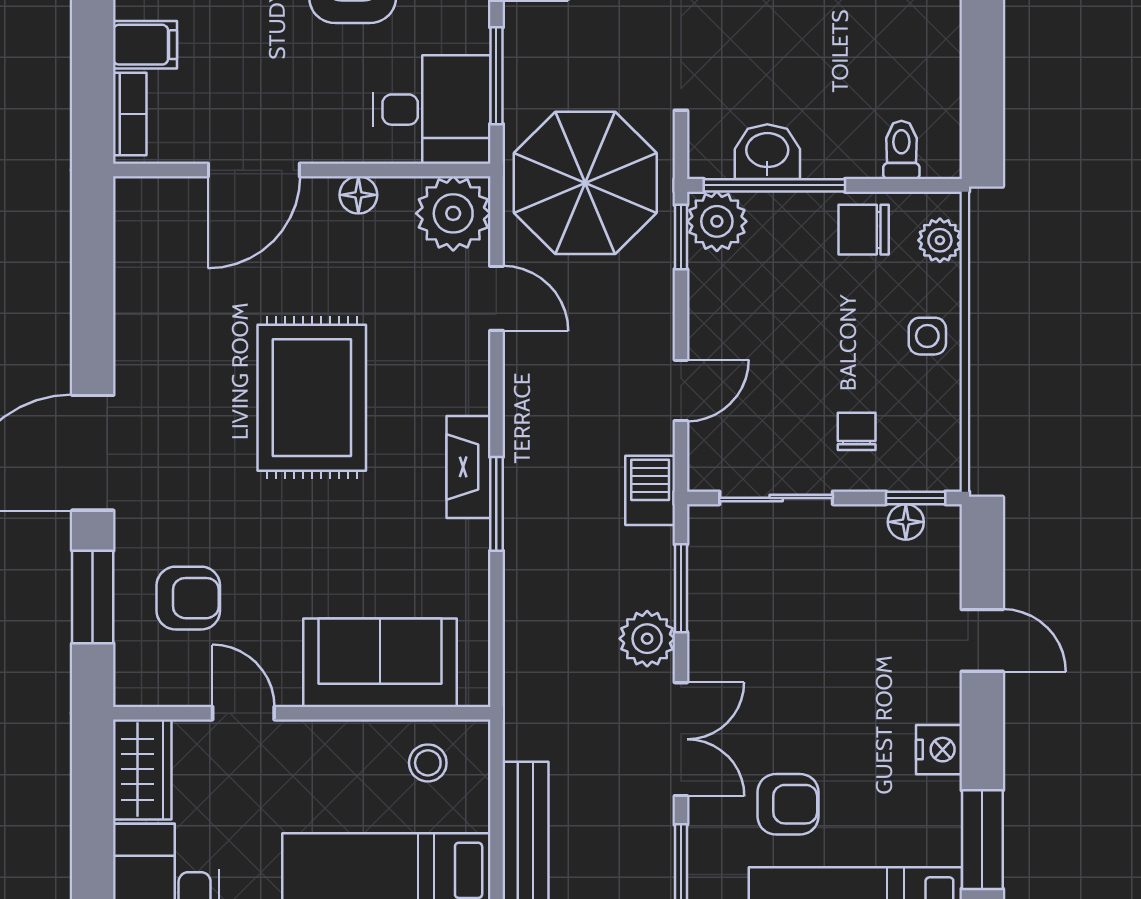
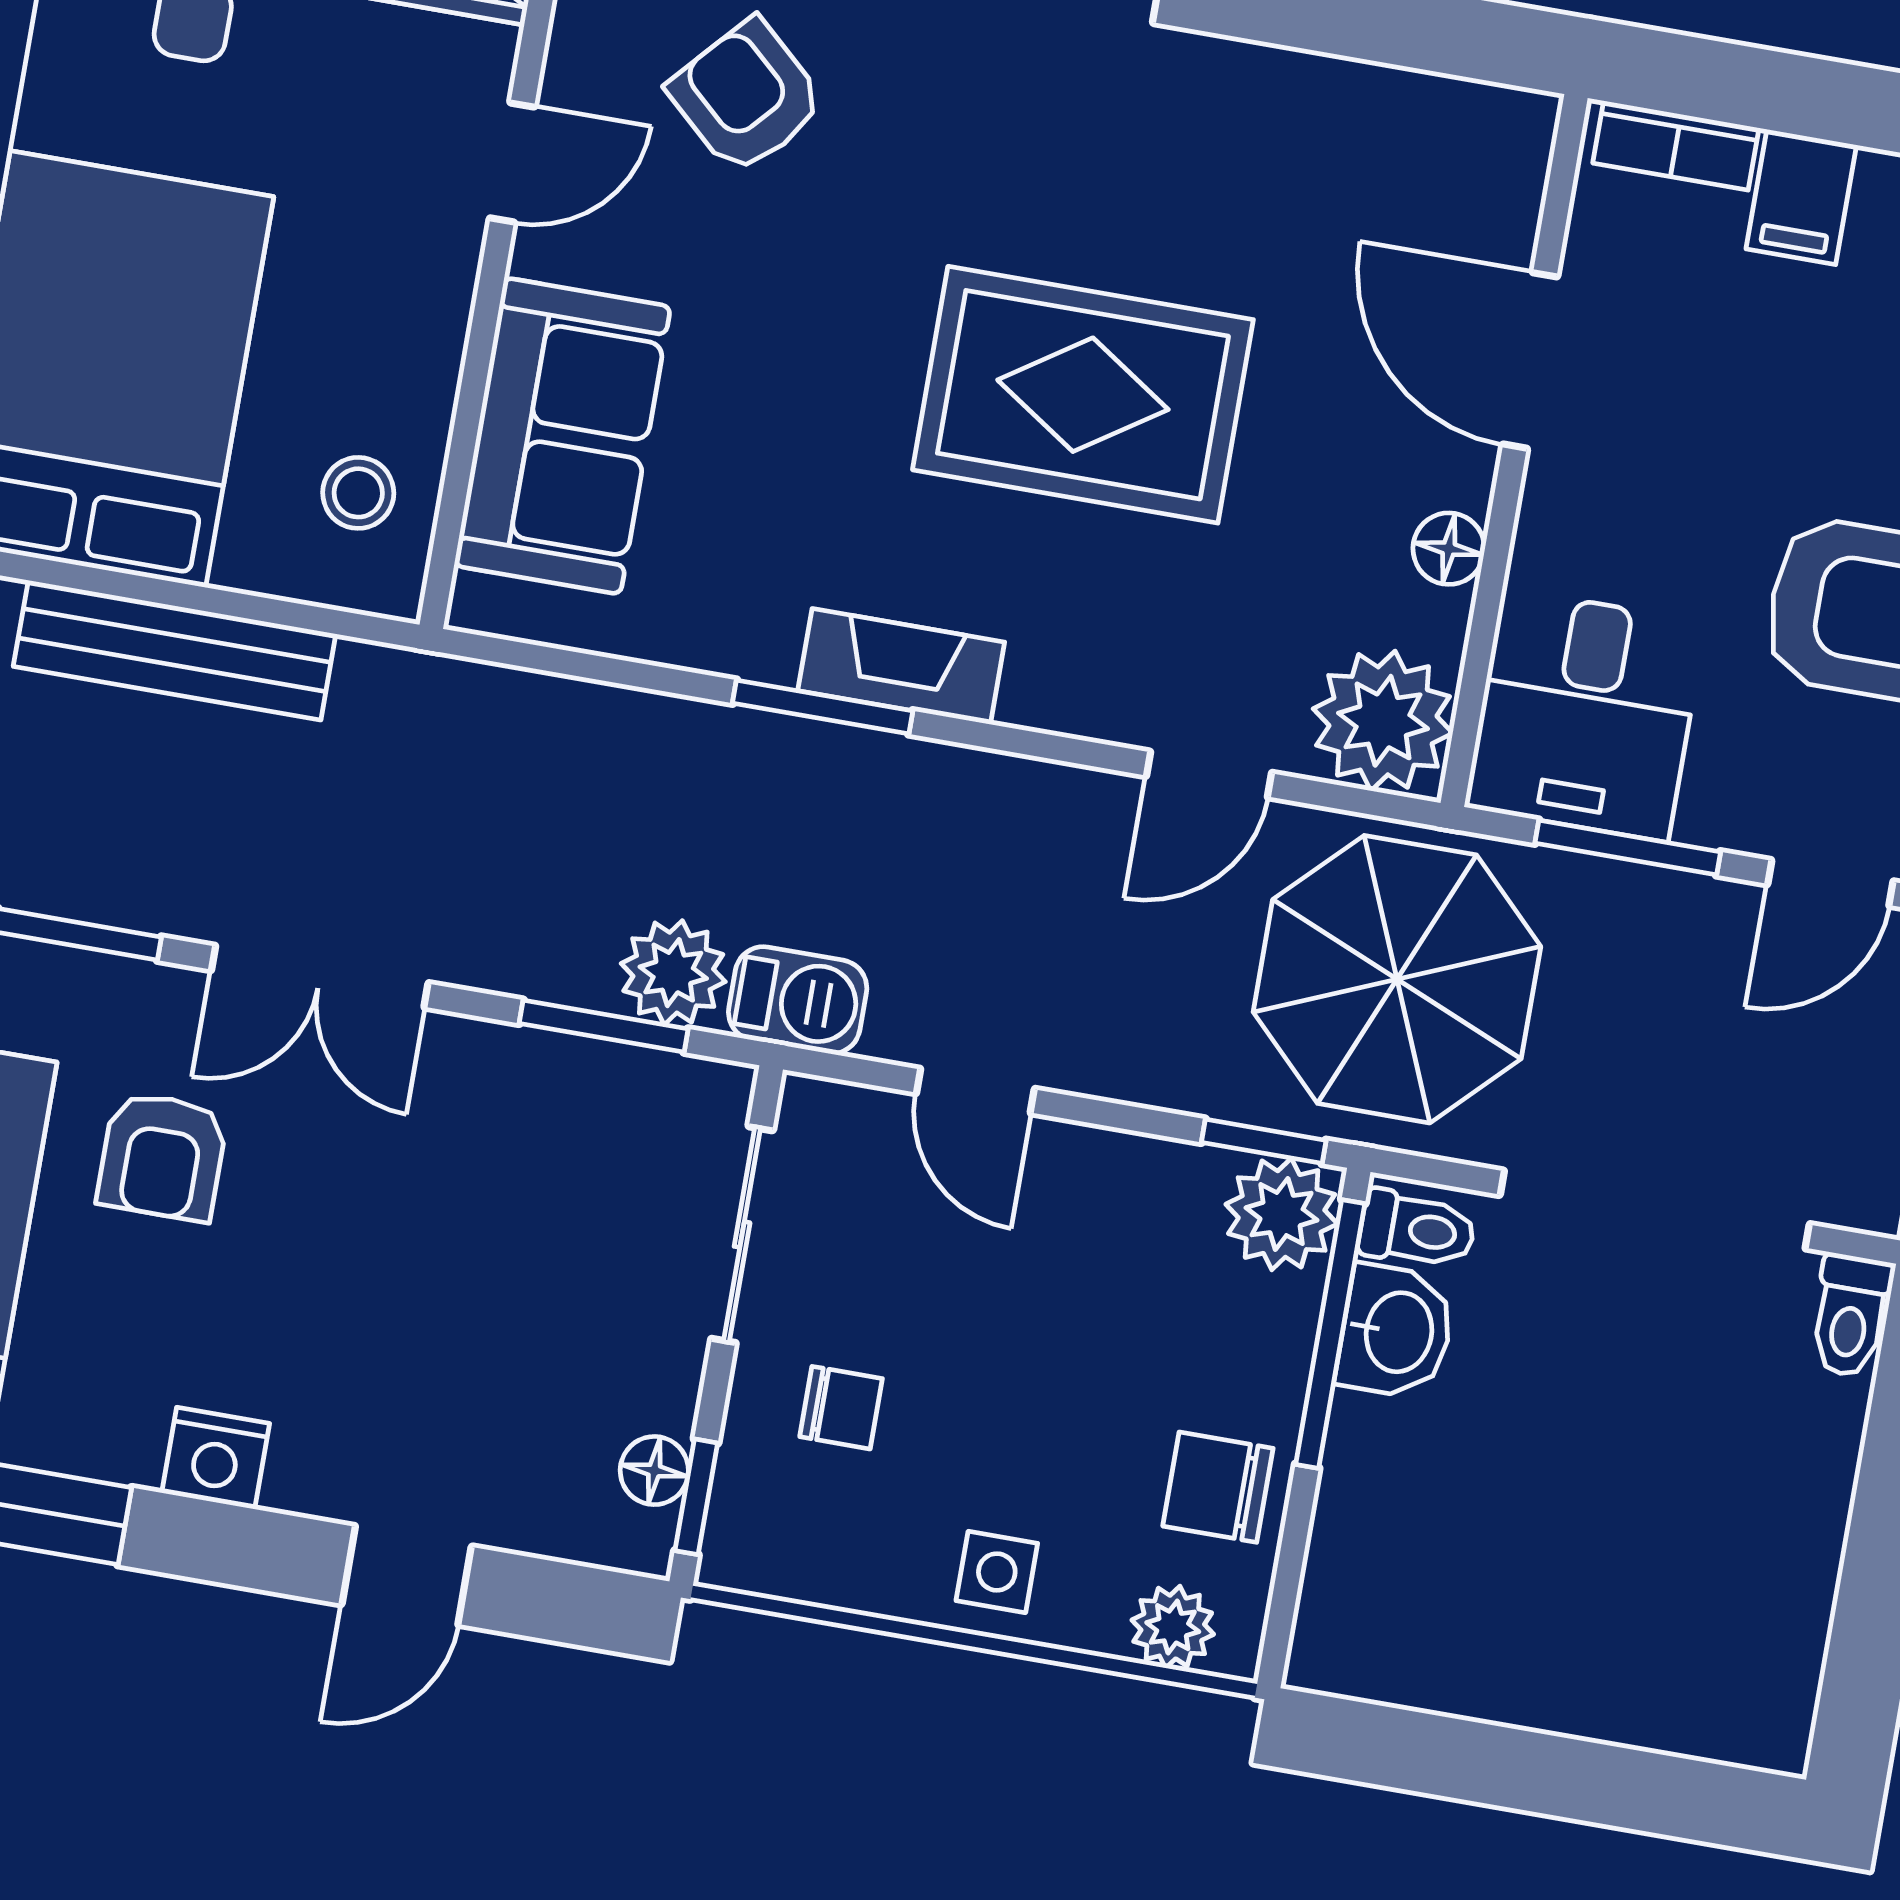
toilet: (901, 150) -> (1417, 1230), moved
chair: (864, 230) -> (1218, 1487), turned -90
armchair: (188, 598) -> (747, 97), turned 132
plant: (647, 639) -> (673, 973), moved

